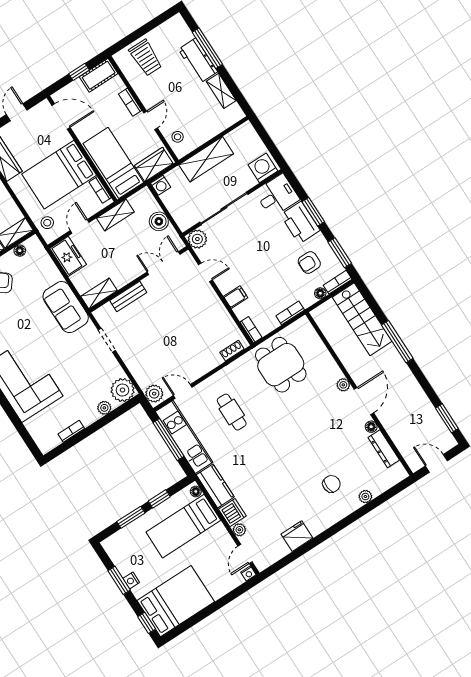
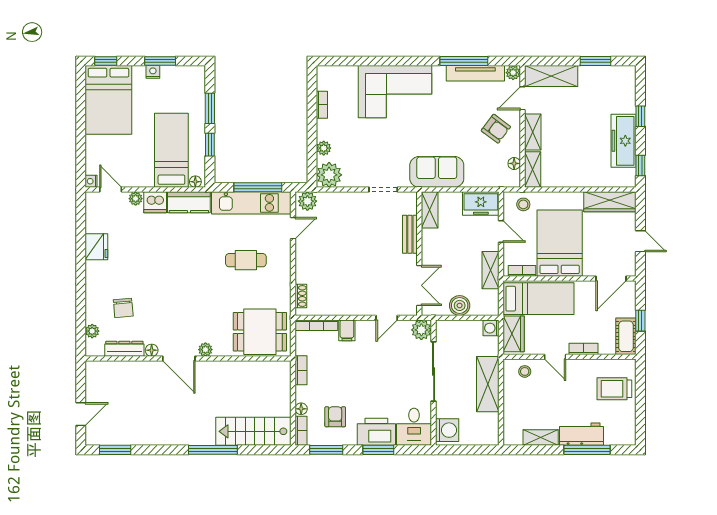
bookcase: (251, 330) -> (316, 325), width x1.56
plant: (343, 385) -> (205, 350), moved
wall: (359, 394) -> (188, 359), moved
door: (364, 401) -> (179, 359), moved
floor lamp: (371, 427) -> (152, 350), moved
dresser: (384, 449) -> (124, 349), moved

